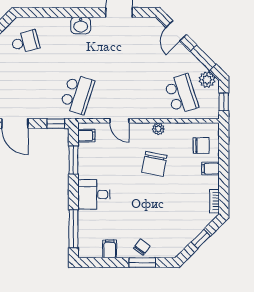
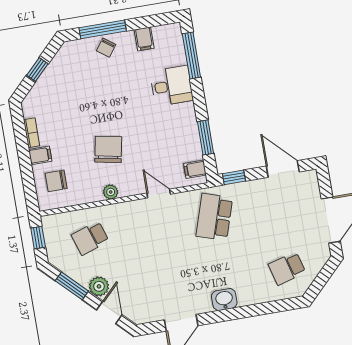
plant: (207, 80) -> (99, 286), moved
school desk: (181, 94) -> (90, 238), width x0.54
desk: (94, 194) -> (171, 86), moved
bookcase: (214, 201) -> (32, 133), moved
window: (142, 263) -> (103, 29), width x1.44

